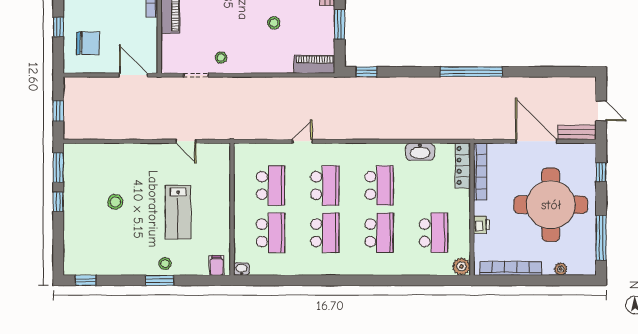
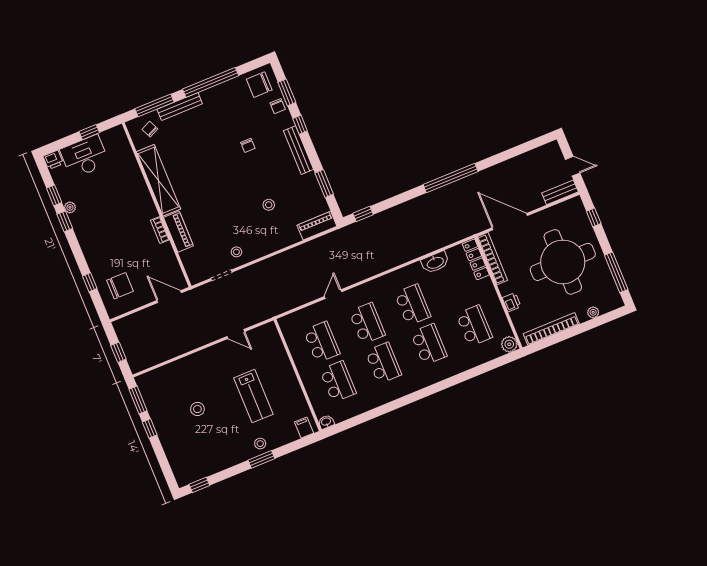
door: (536, 141) -> (510, 222), moved

